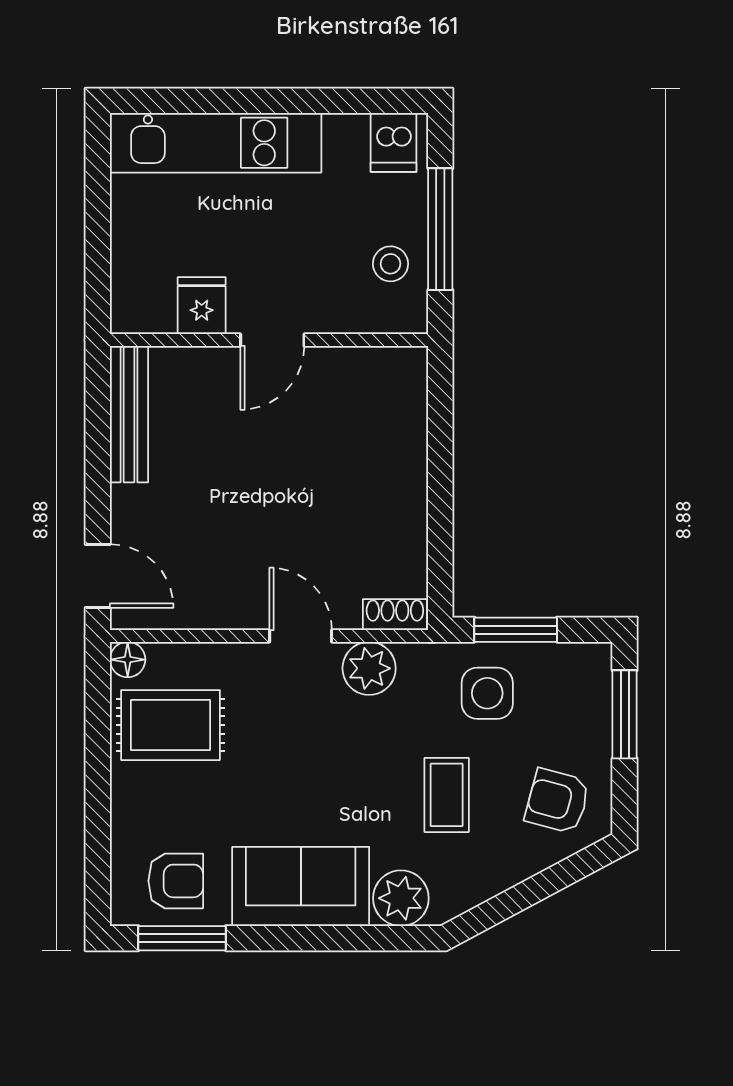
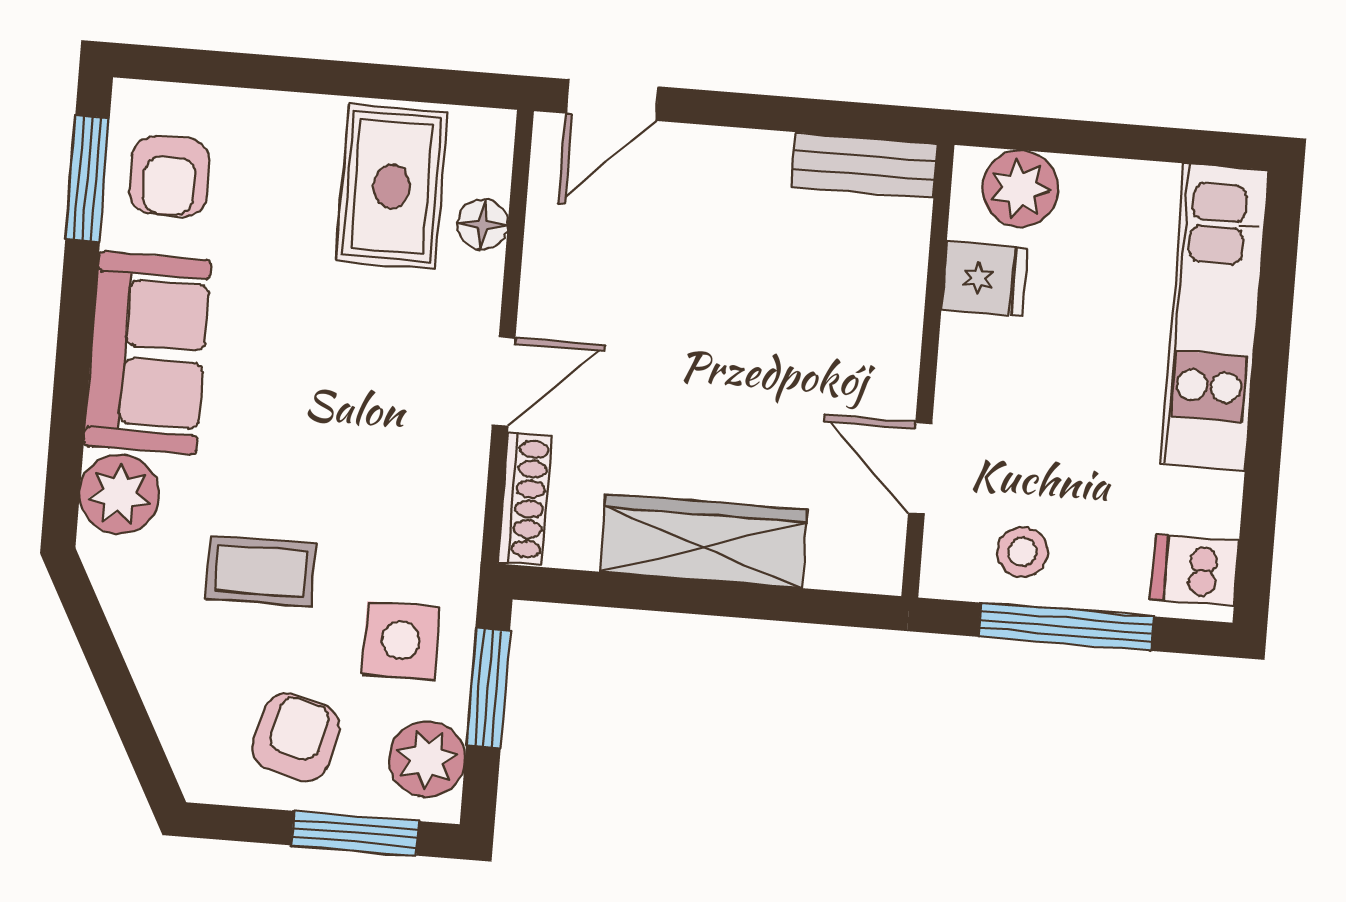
plant: (137, 286) -> (1020, 189), added
door: (272, 340) -> (920, 468), moved
bench: (129, 414) -> (865, 165), width x0.73
wardrobe: (401, 487) -> (703, 541), added
shoe rack: (395, 615) -> (525, 499), width x1.43
floor lamp: (128, 660) -> (483, 224), moved
plant: (369, 668) -> (427, 759), moved
armchair: (557, 801) -> (296, 737), moved

